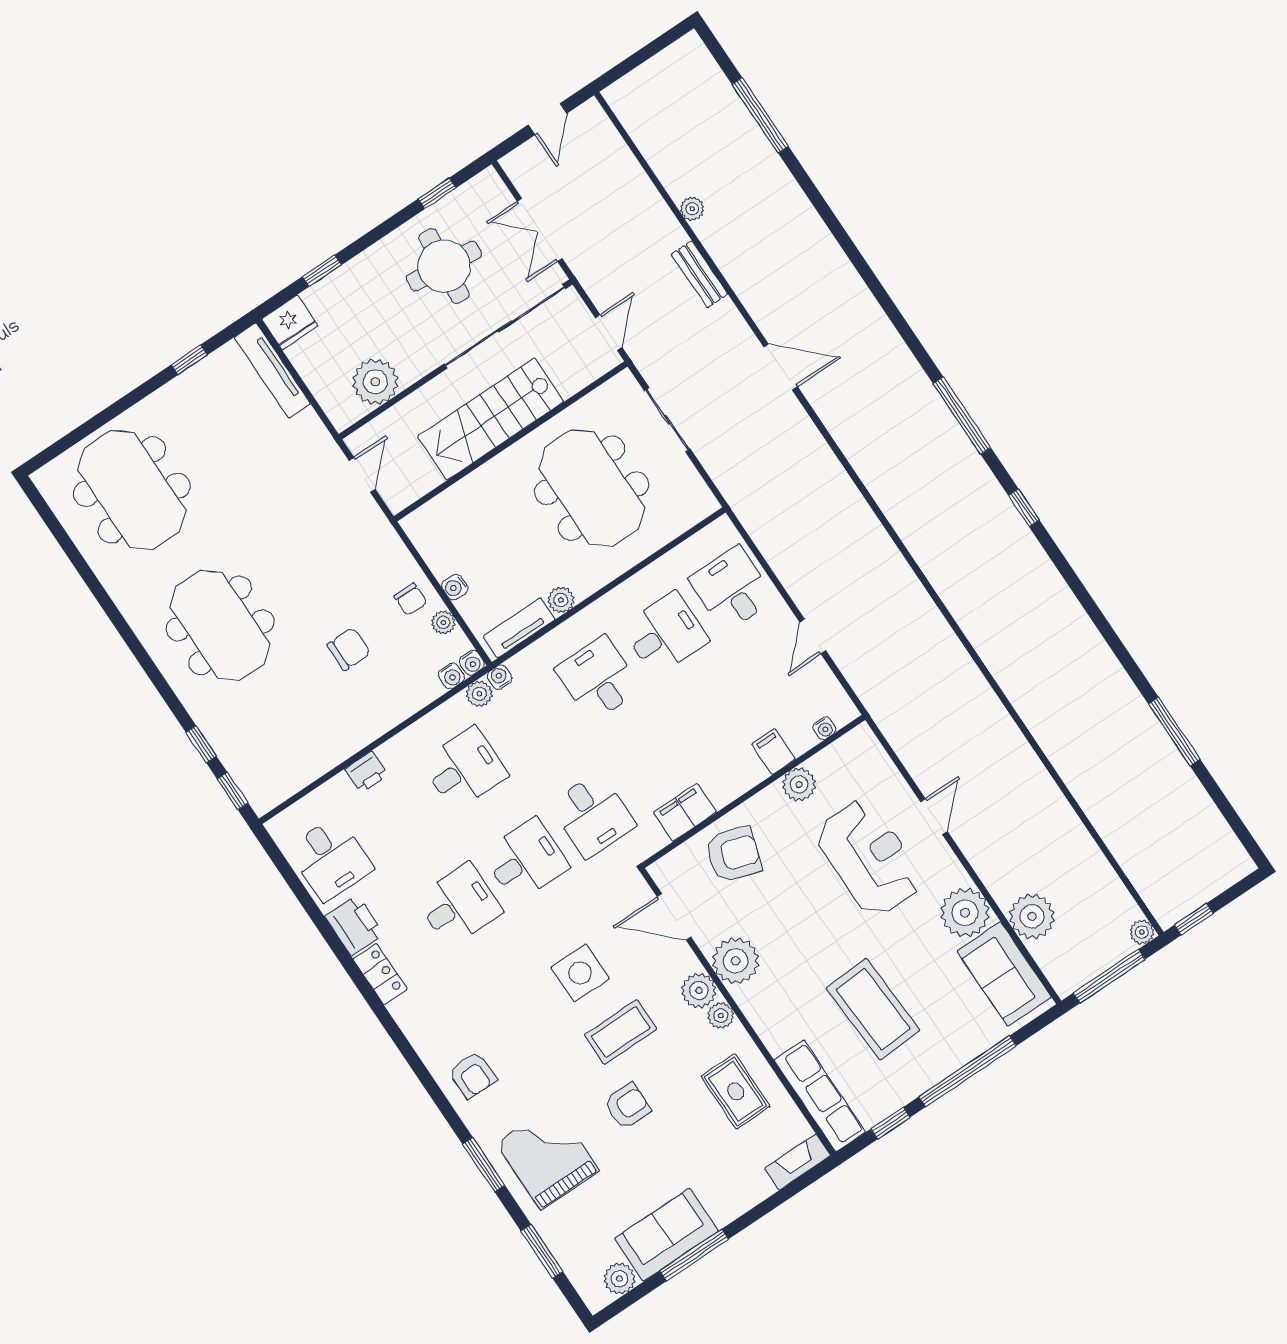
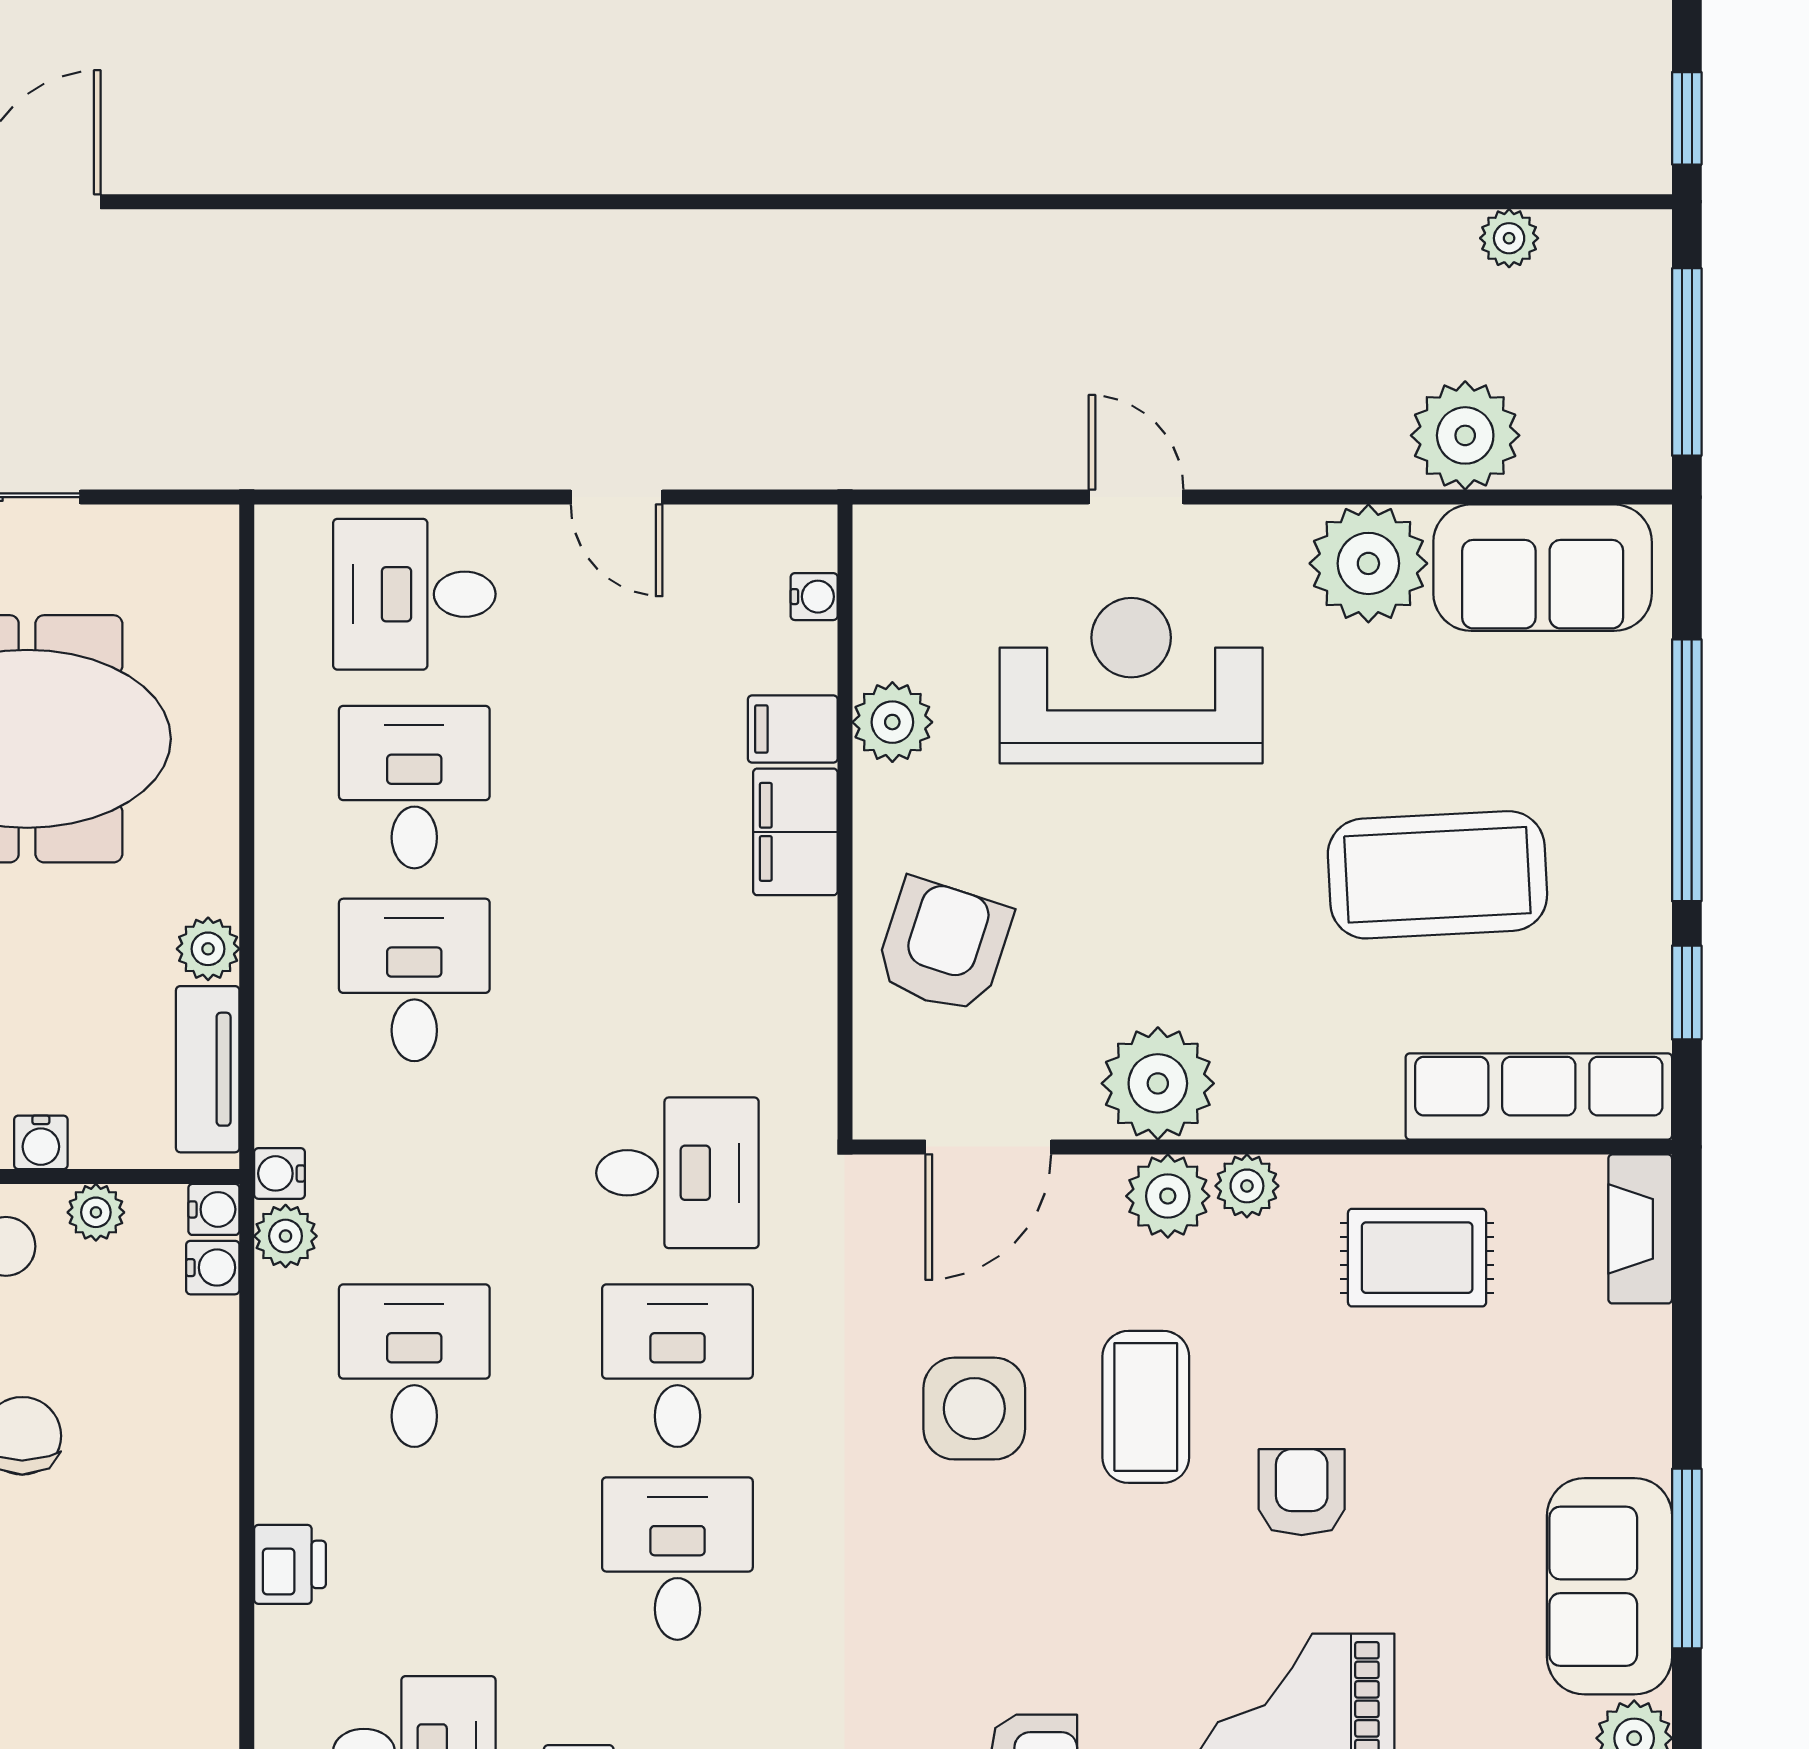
desk: (598, 679) -> (414, 980), turned 90
filing cabinet: (685, 812) -> (795, 832), moved
plant: (1142, 932) -> (1509, 238), moved

